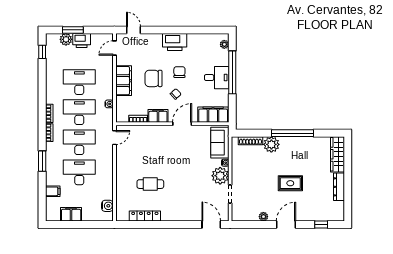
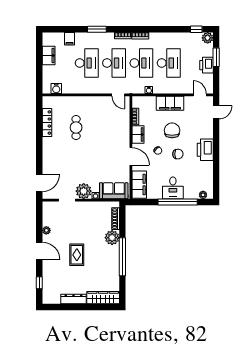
plant: (66, 39) -> (208, 38), moved

